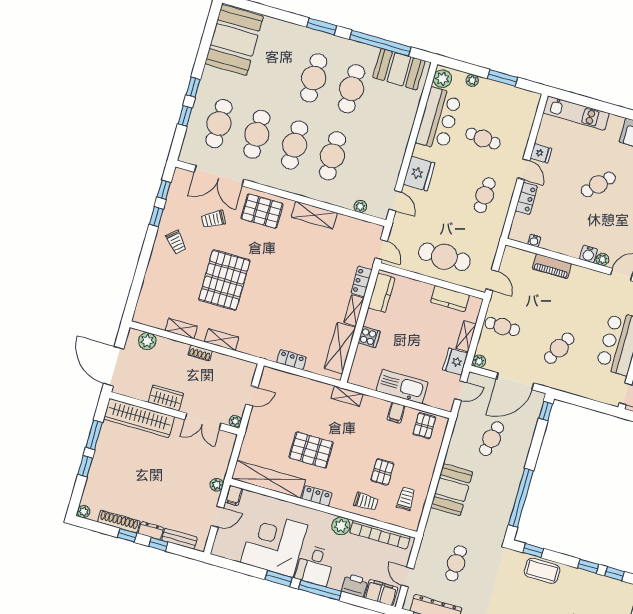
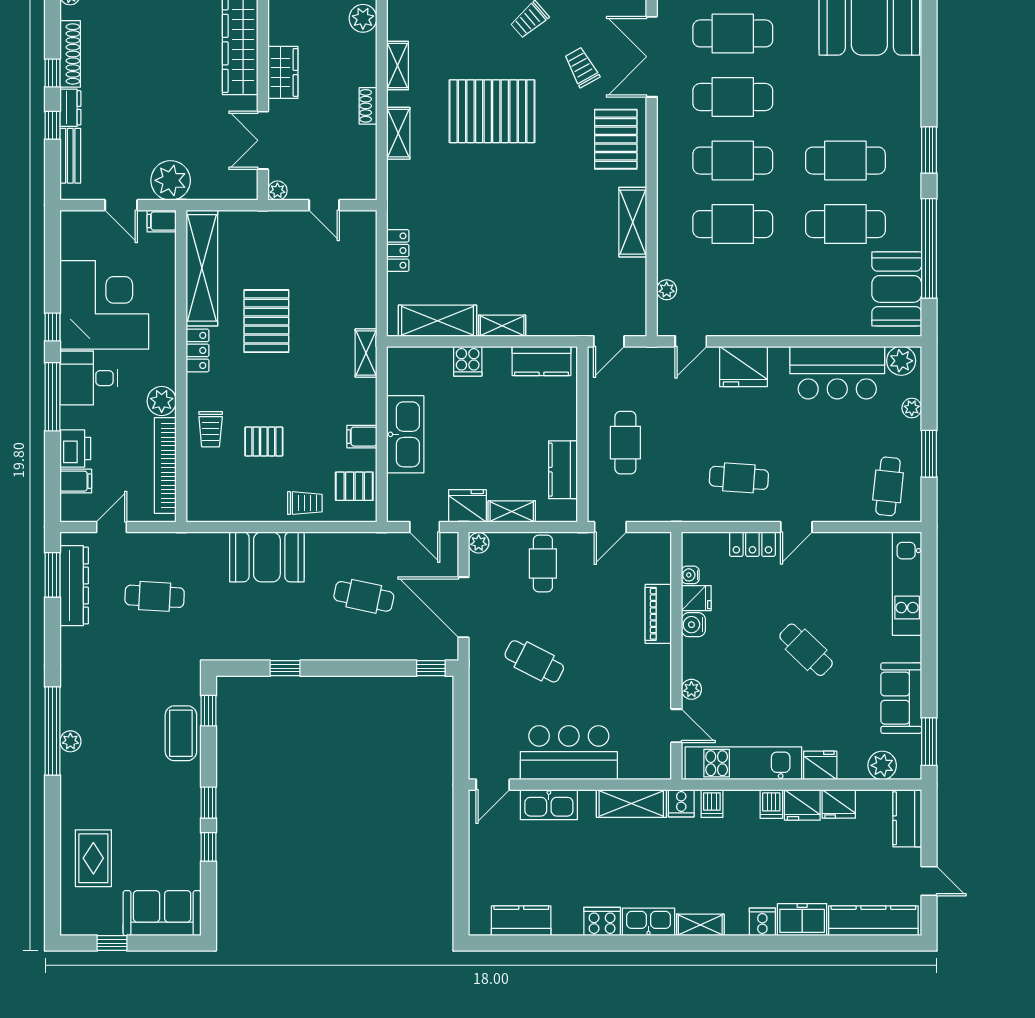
cafe table: (483, 138) -> (888, 486), moved
fridge: (541, 153) -> (696, 598), moved, turned -90
water cooler: (588, 254) -> (693, 625), moved
cafe table: (444, 257) -> (625, 443), width x0.73, depth x0.74
locker: (361, 281) -> (551, 325), removed
plant: (217, 485) -> (171, 180), width x1.87, depth x1.87
window: (521, 498) -> (285, 668), width x0.32
trolley: (406, 499) -> (305, 503), moved
window: (278, 578) -> (52, 327), width x0.67
filing cabinet: (381, 593) -> (76, 481), width x0.50

